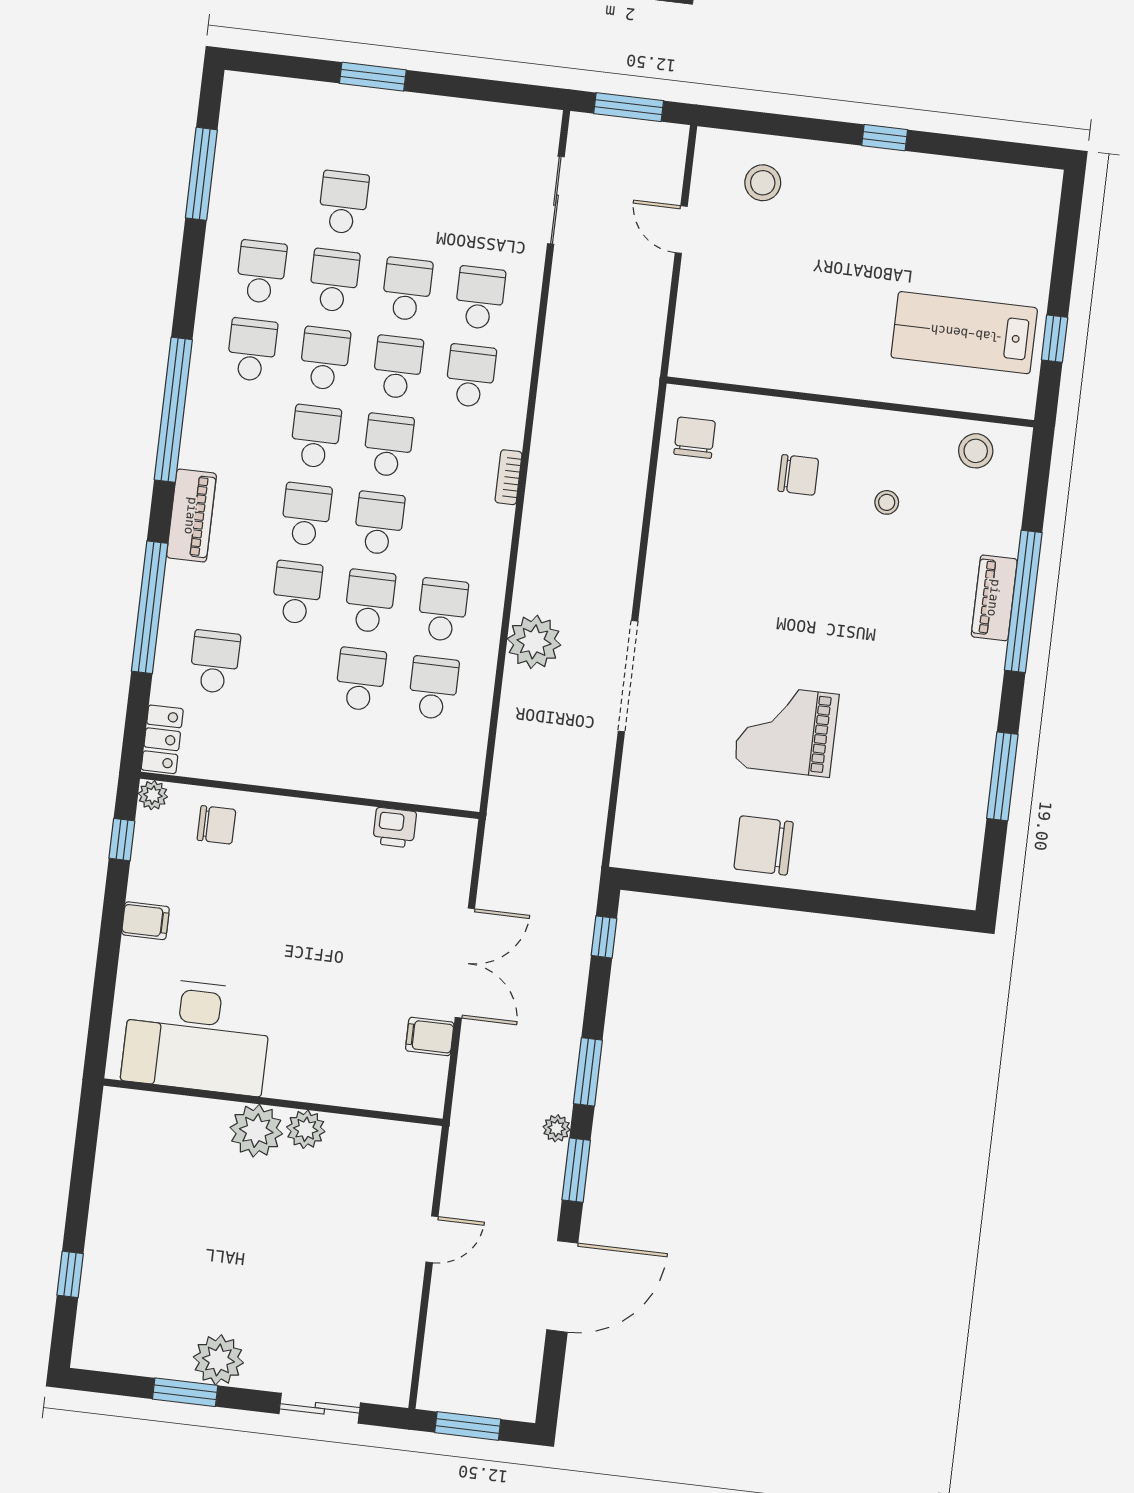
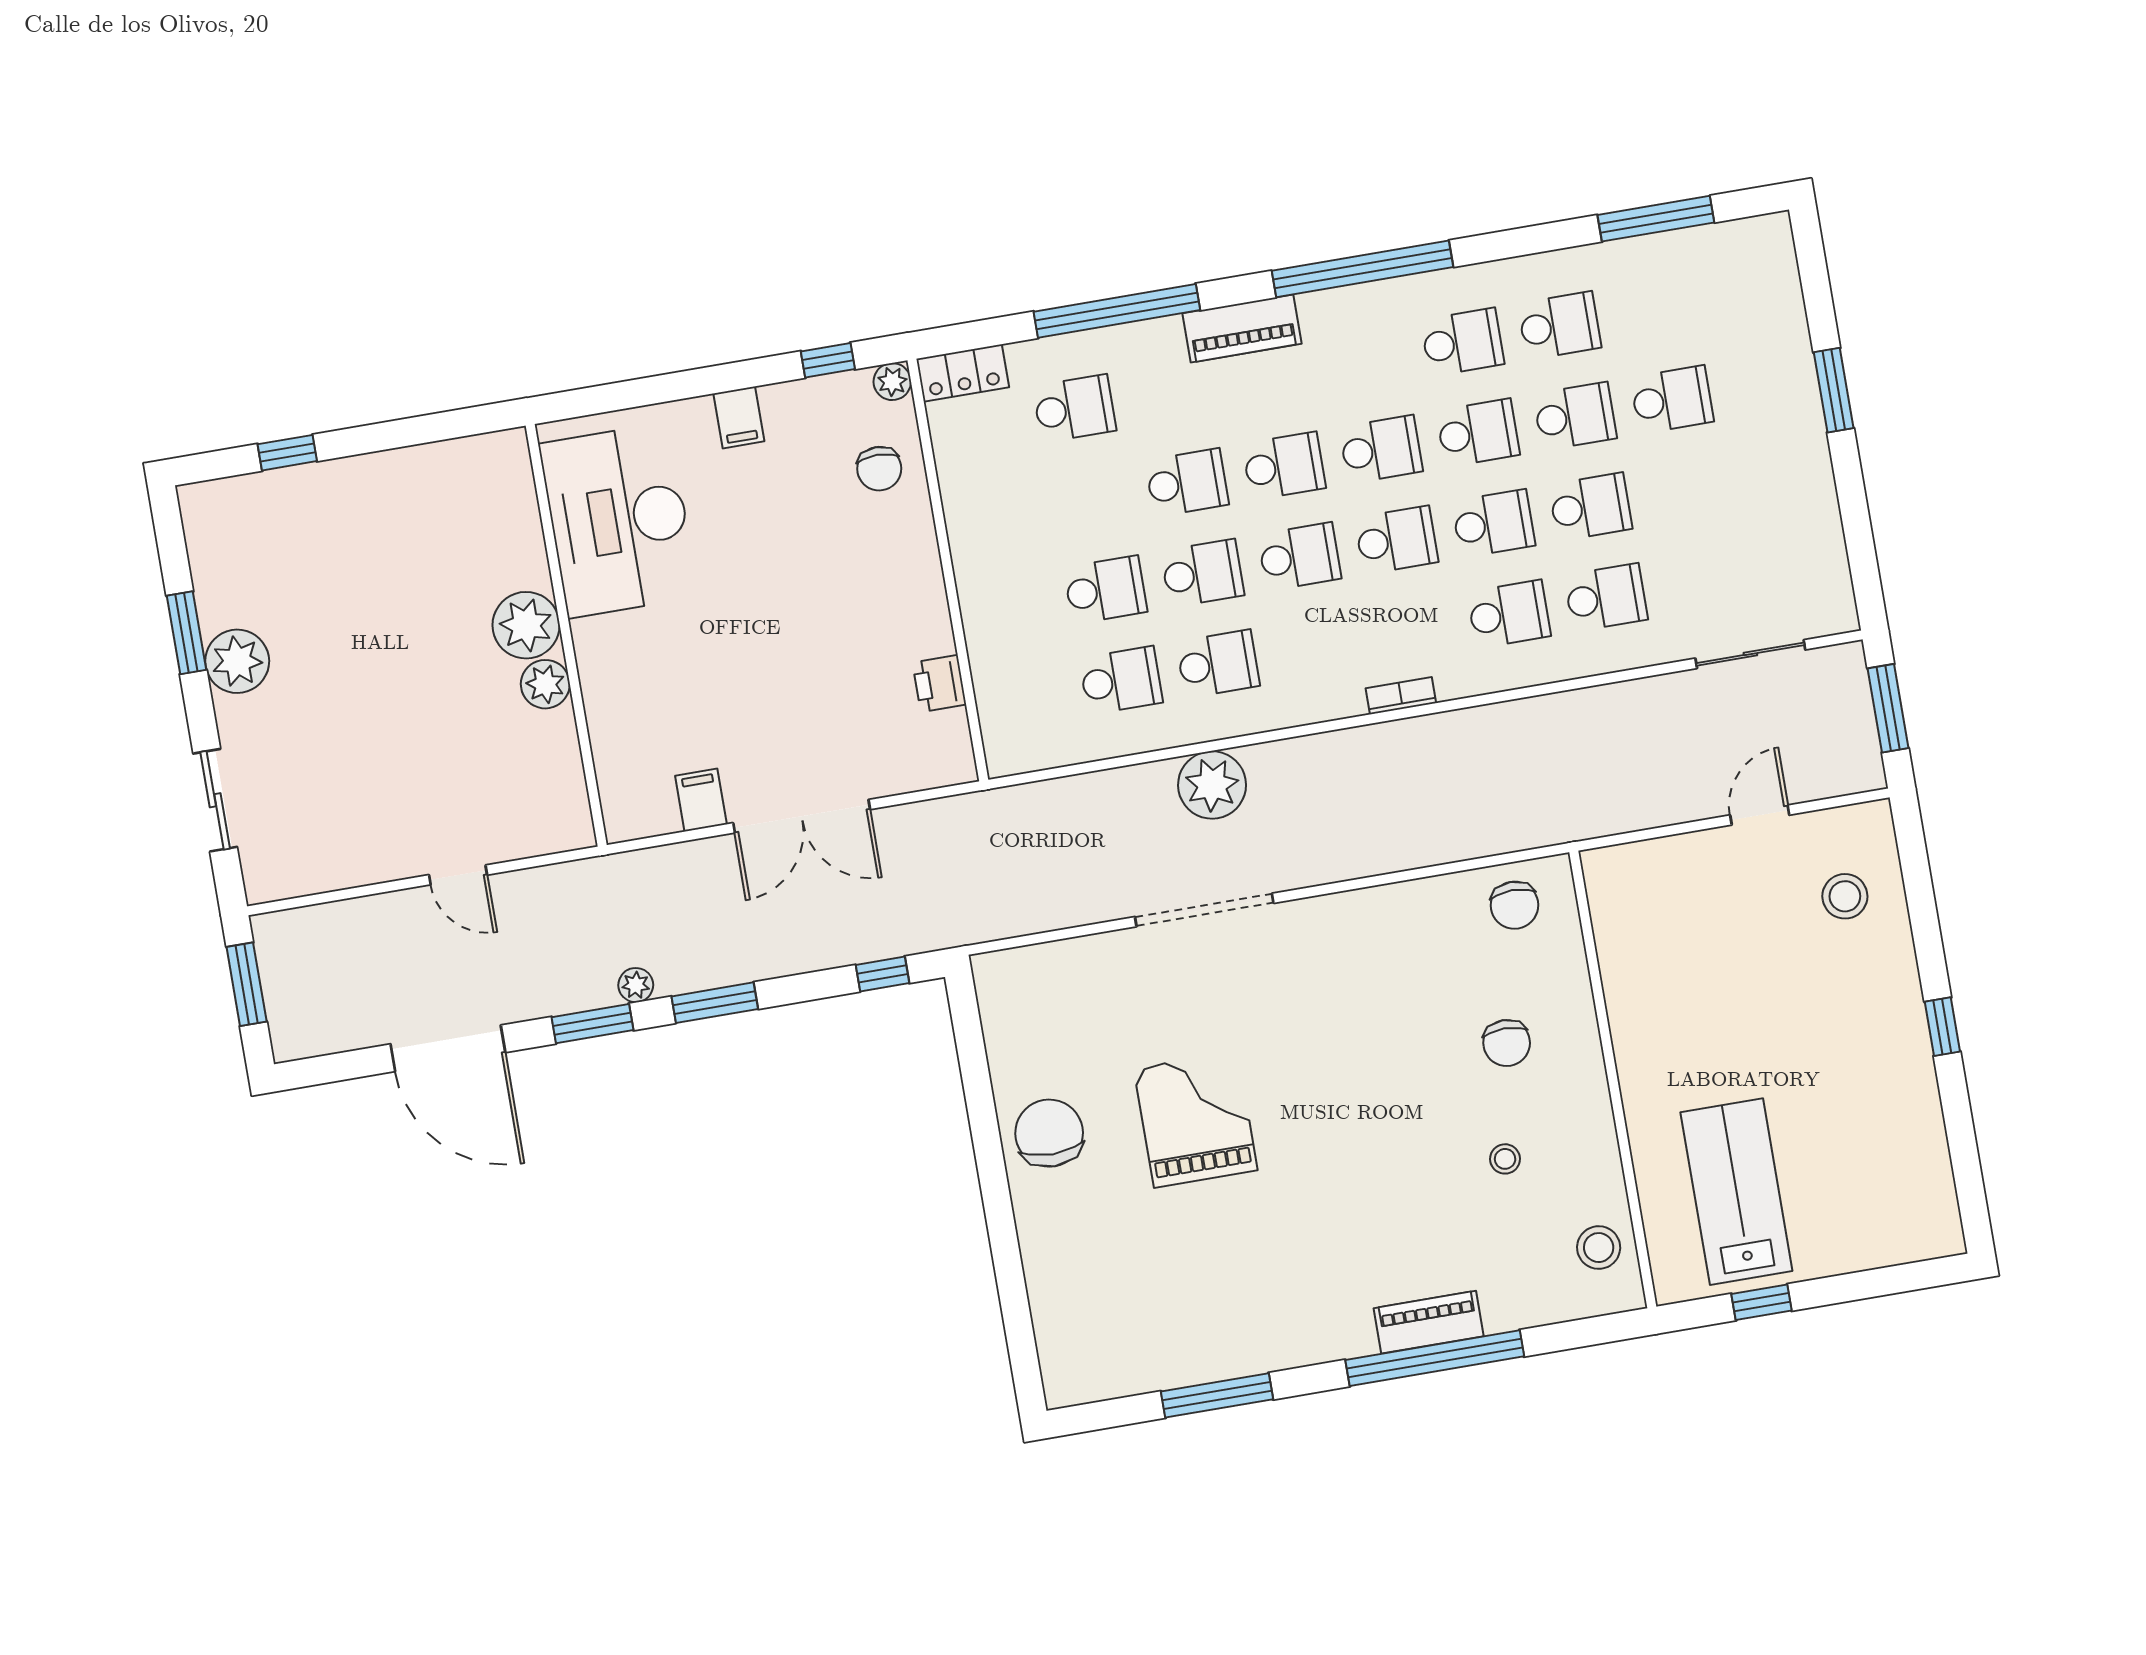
chair: (695, 438) -> (1514, 905), turned 90

